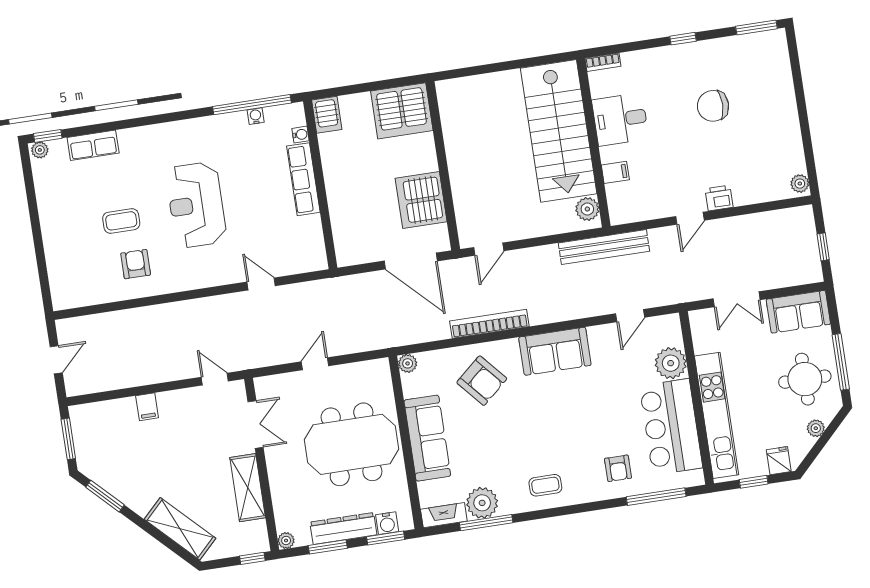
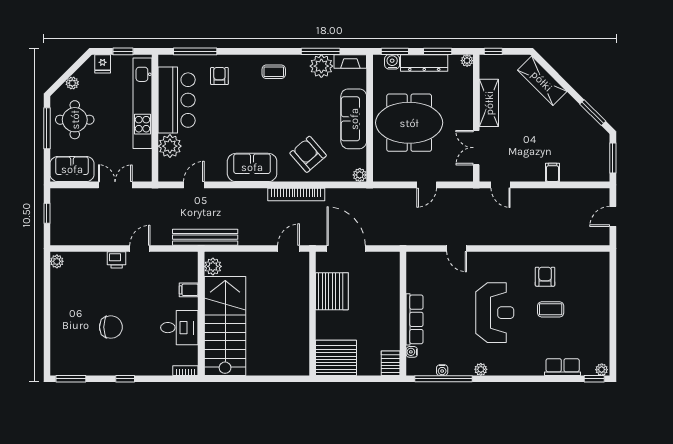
plant: (203, 125) -> (481, 369), added
armchair: (136, 264) -> (545, 277), turned 180

